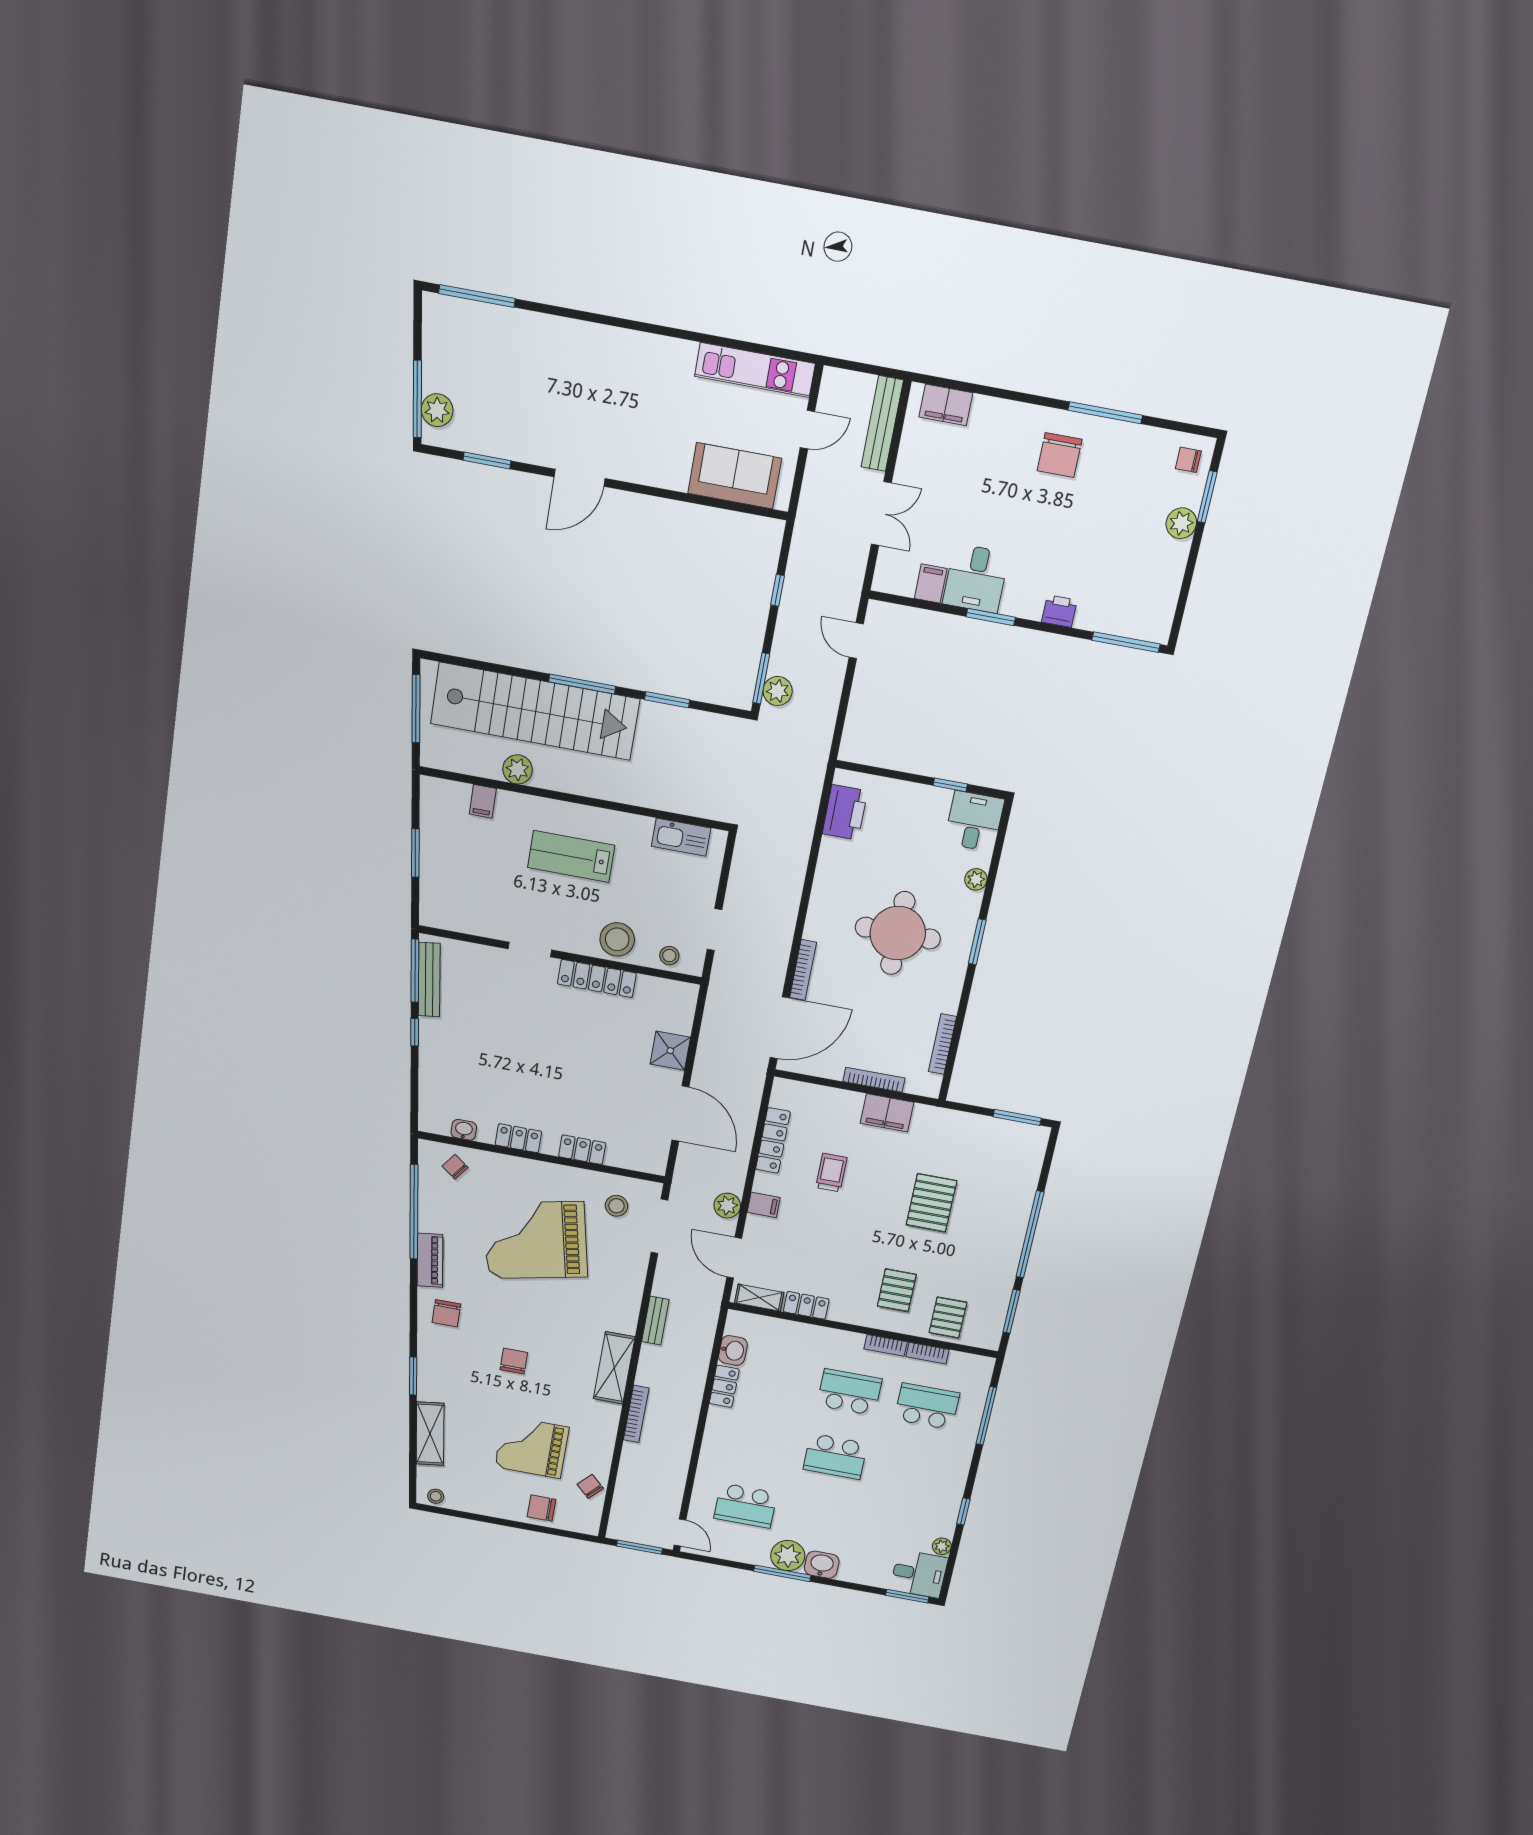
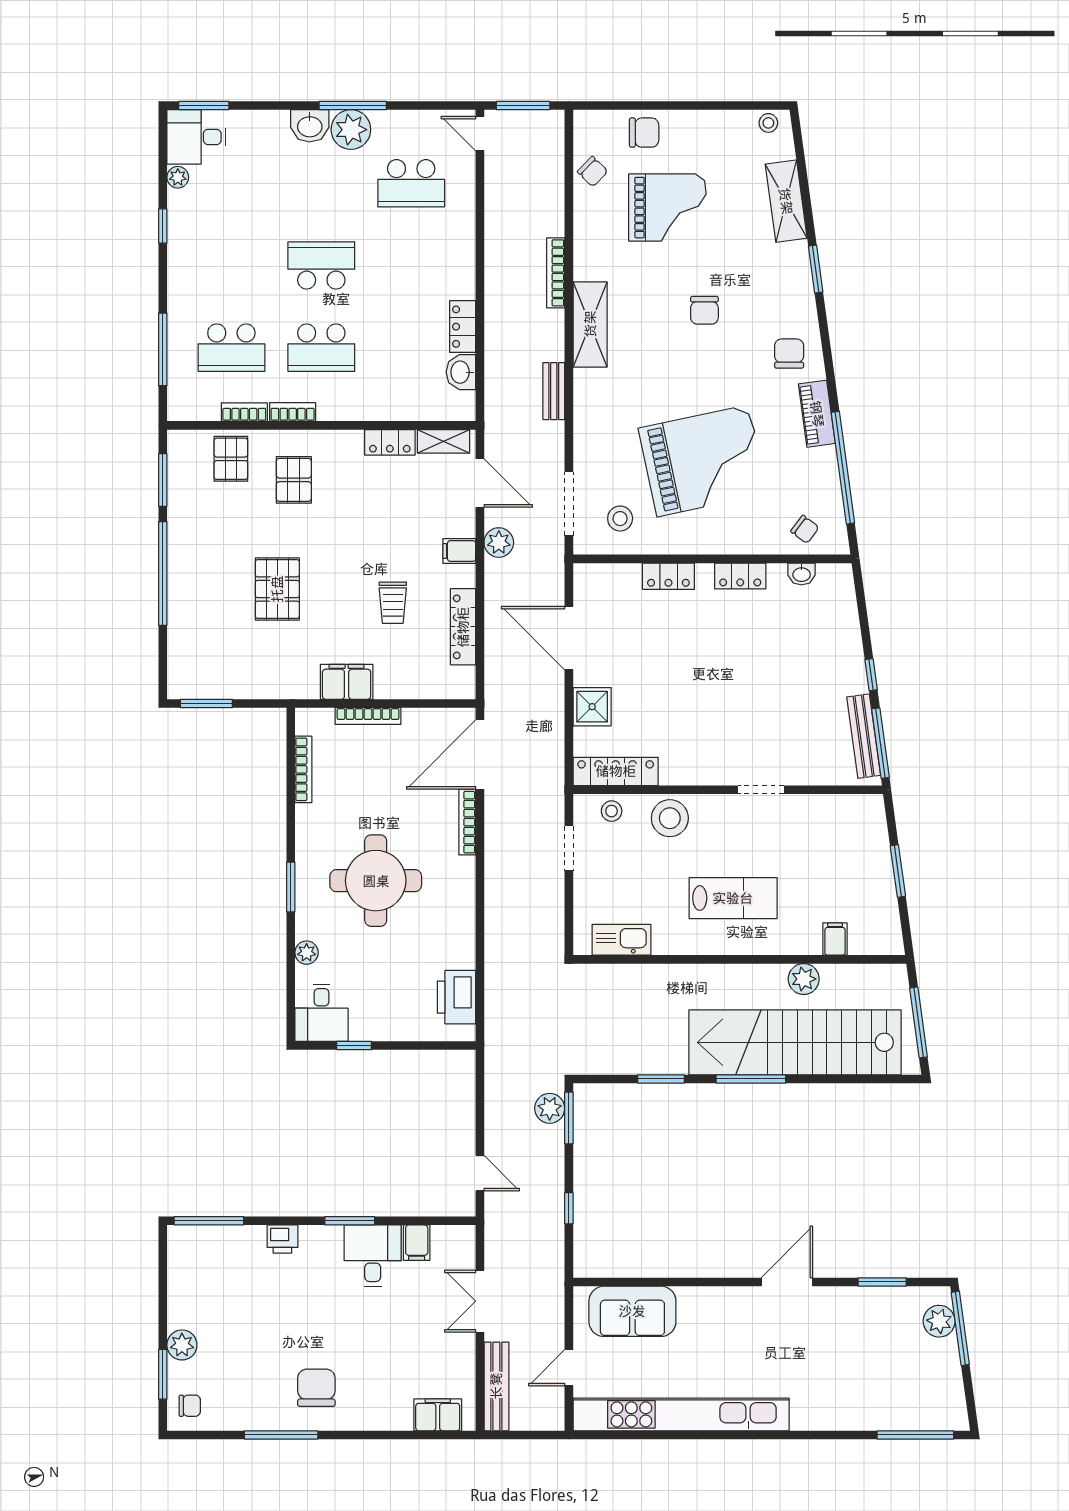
kitchen unit: (755, 370) -> (681, 1414), width x1.86
locker: (597, 979) -> (616, 771), moved
school desk: (745, 1506) -> (411, 183), turned 180

